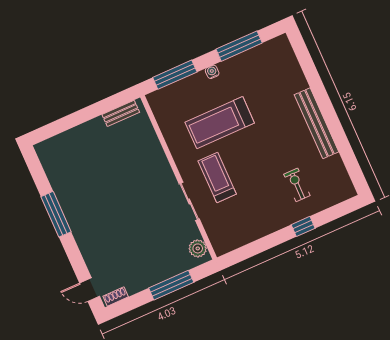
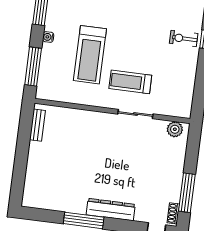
exercise bike: (297, 185) -> (184, 38), moved
dresser: (82, 234) -> (111, 210), added
window: (171, 285) -> (187, 193), moved

